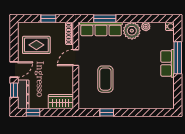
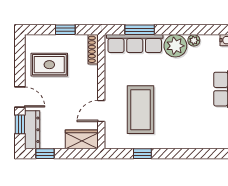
door: (76, 58) -> (101, 111), moved
door: (14, 69) -> (20, 97), hinge flipped
coffee table: (105, 79) -> (141, 110), width x1.36, depth x1.32

